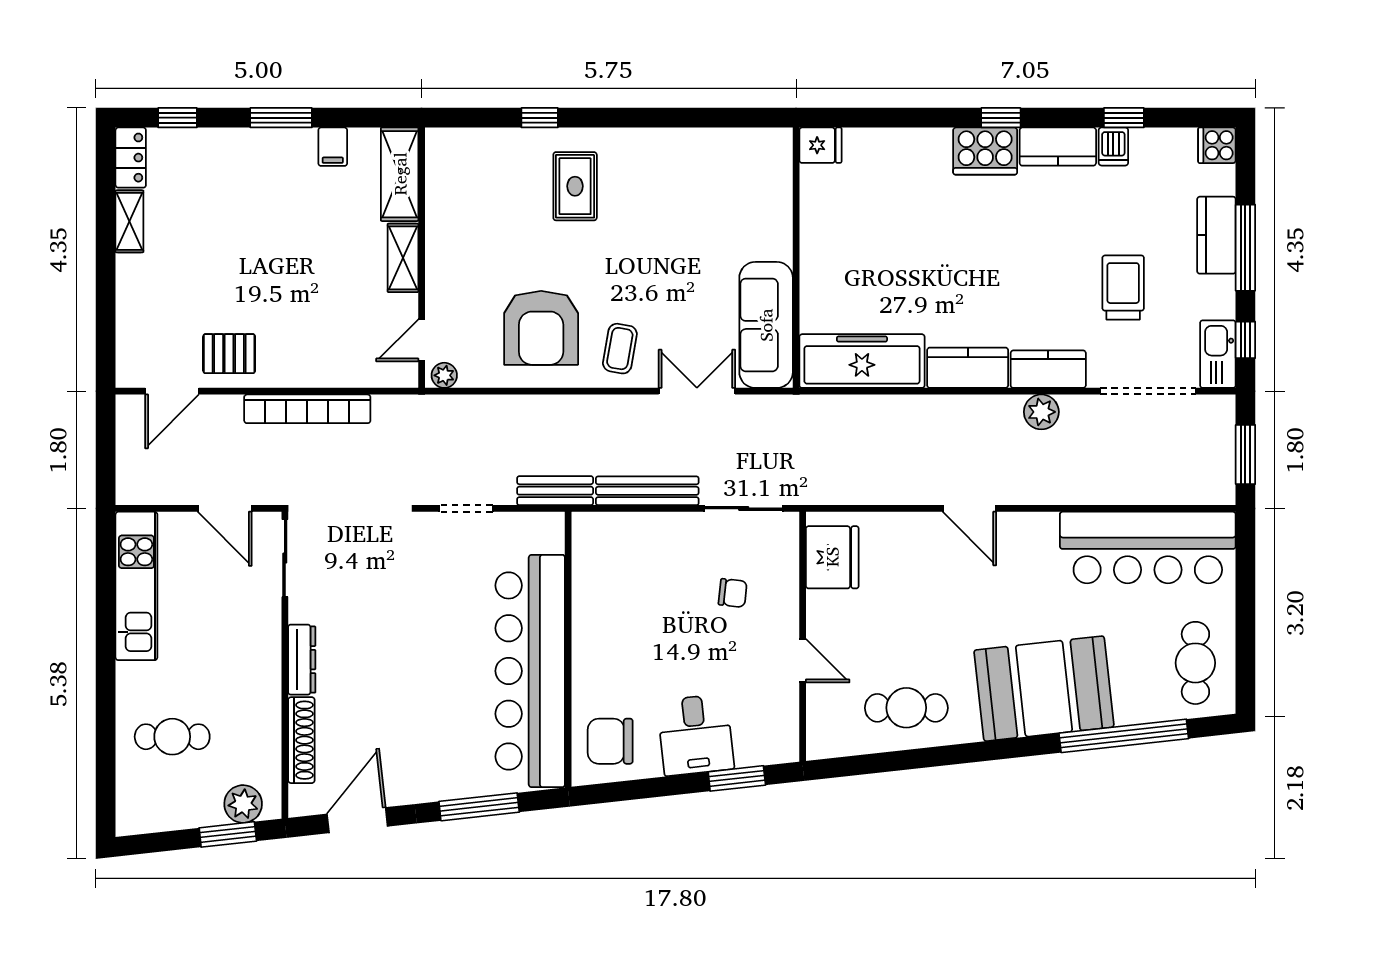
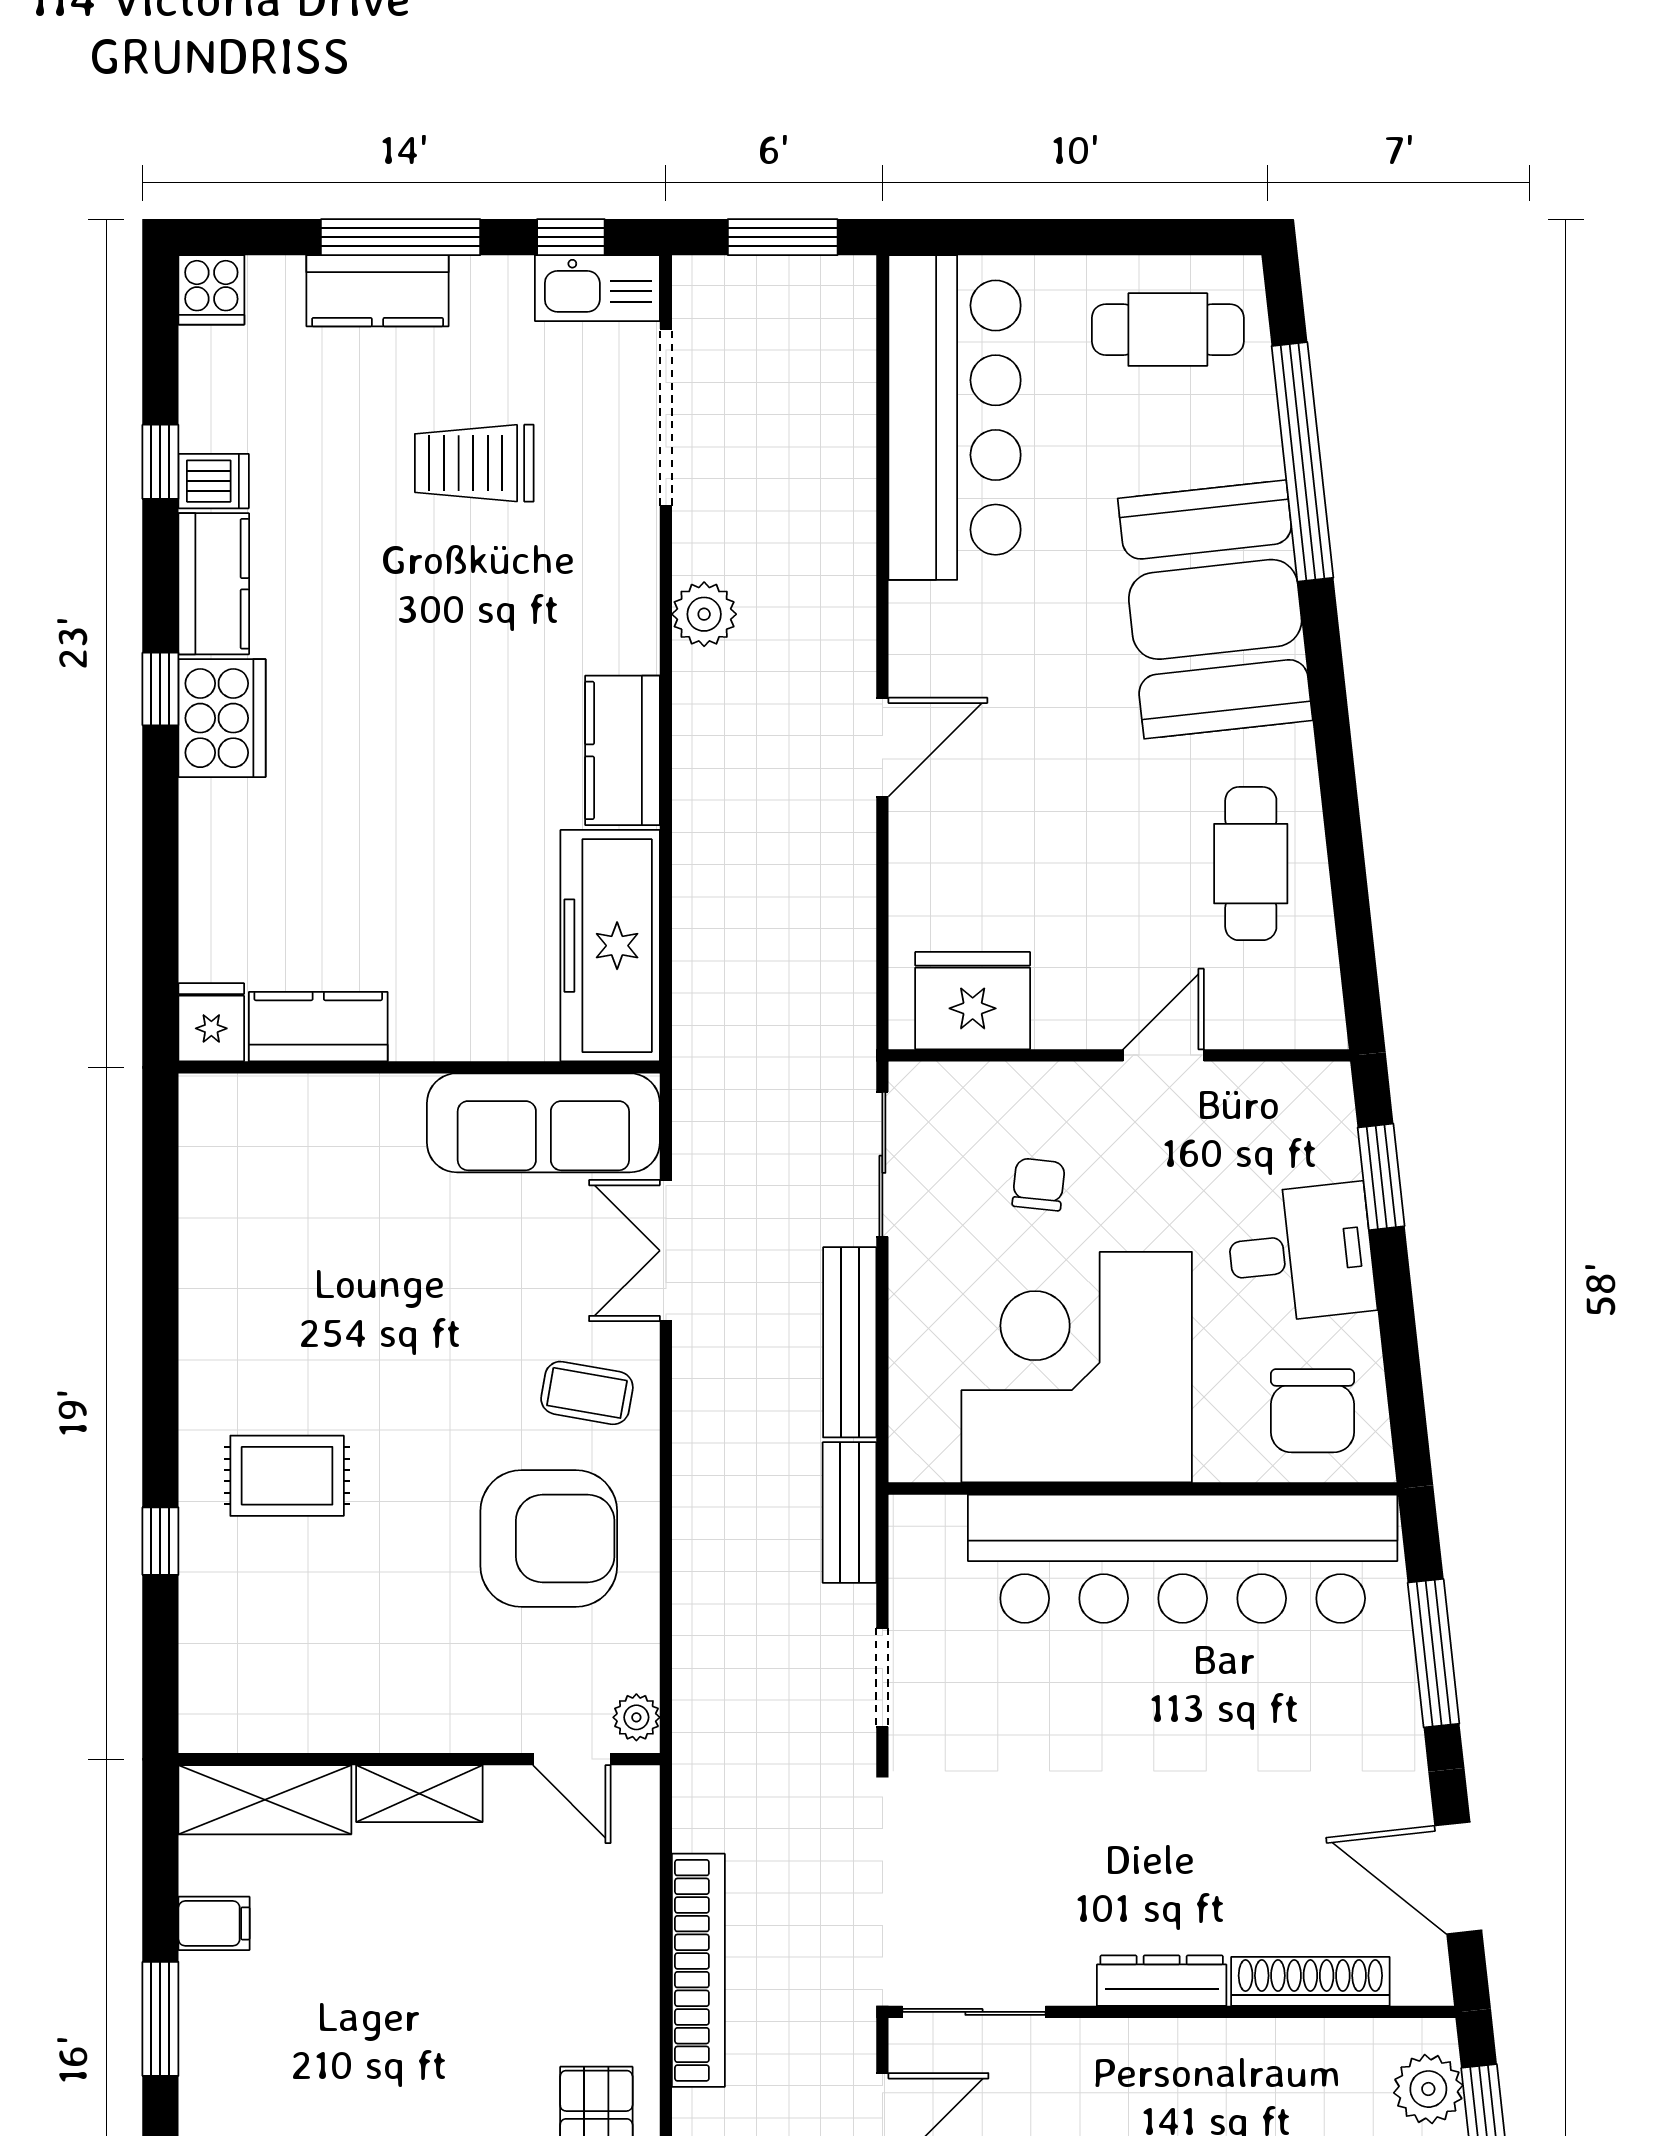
kitchen counter: (1048, 369) -> (318, 1027), moved, turned 90
corner desk: (634, 614) -> (1077, 1367), added

